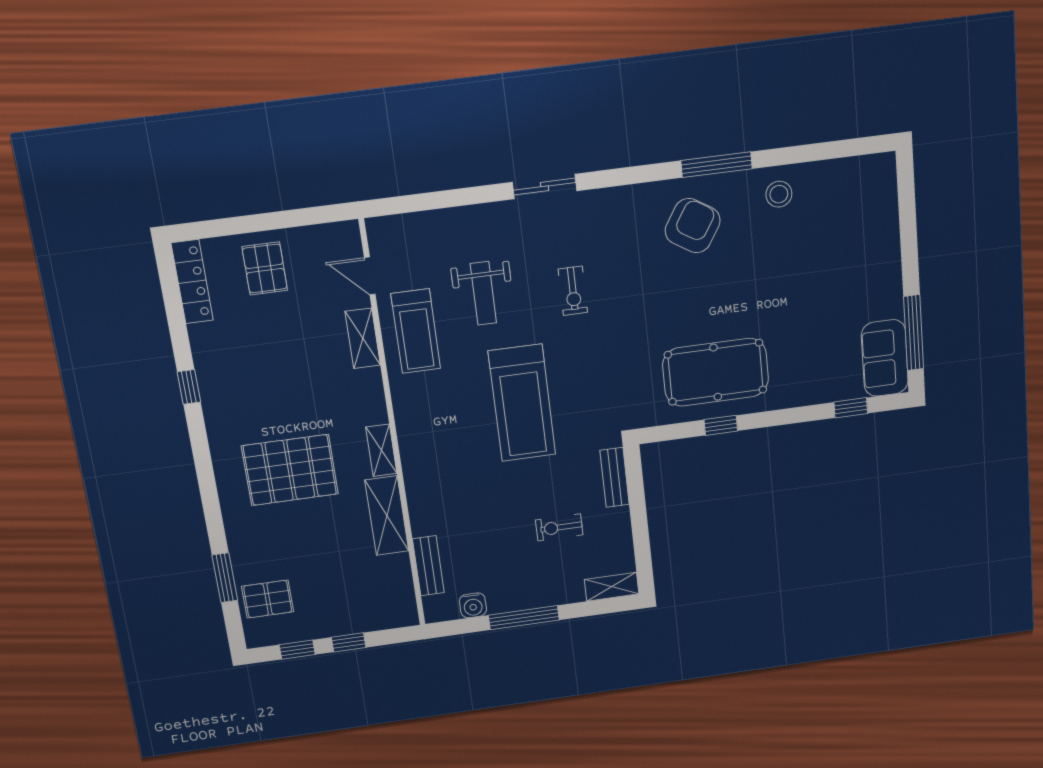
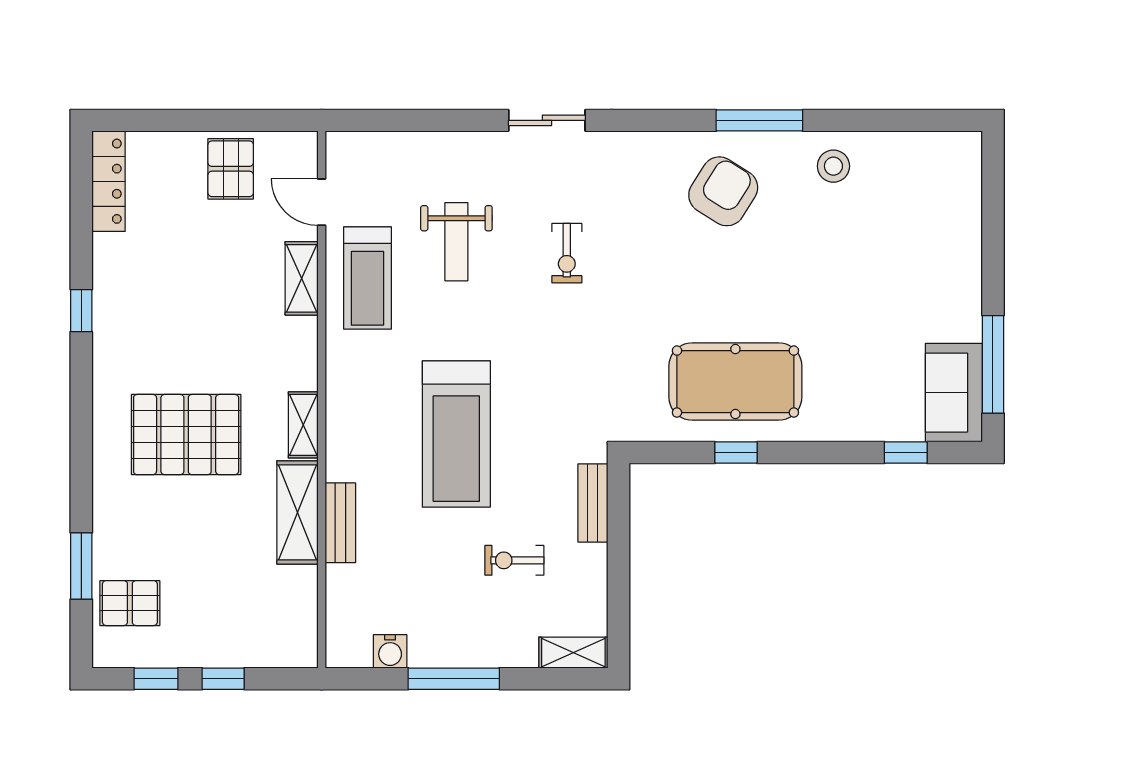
pallet: (265, 268) -> (231, 169), moved
treadmill: (522, 403) -> (456, 434), moved
bench: (428, 566) -> (340, 523), moved

